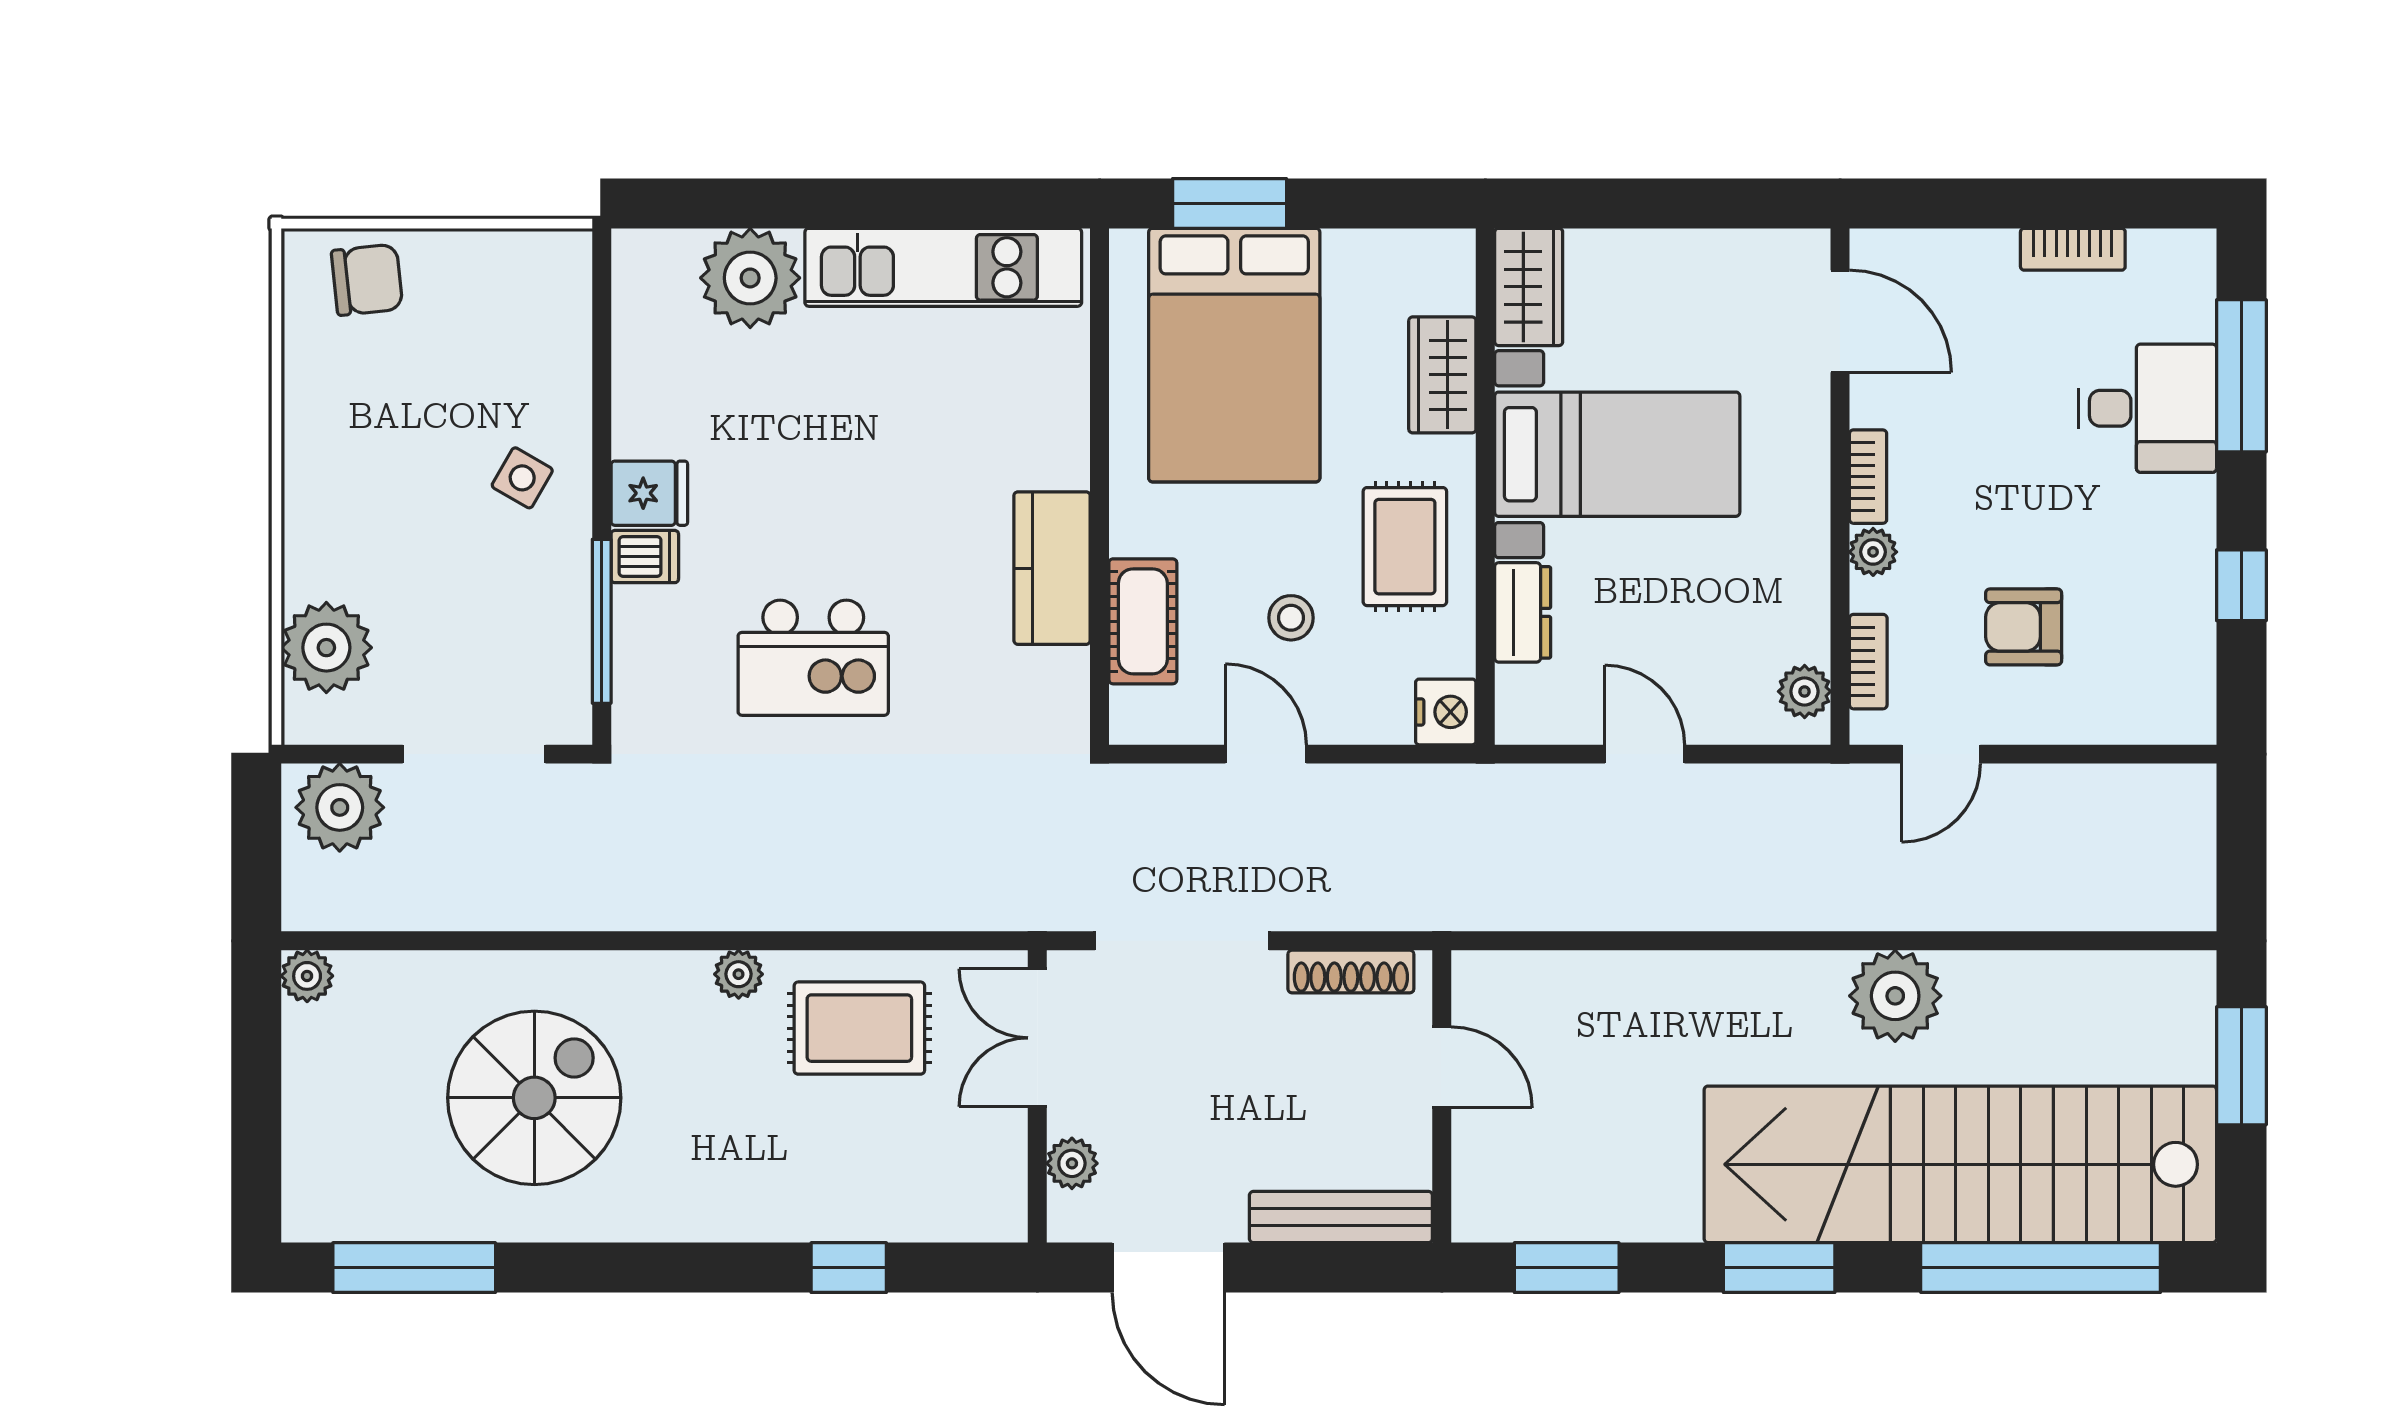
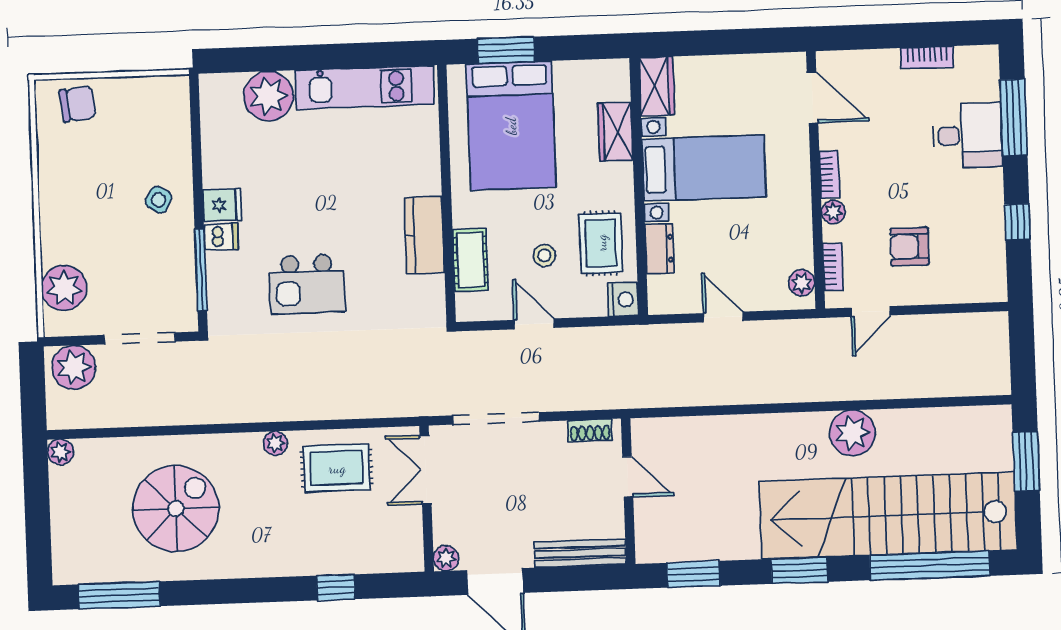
rug: (1405, 547) -> (601, 243), moved
shoe rack: (1351, 972) -> (590, 430), width x0.70
plant: (1072, 1163) -> (446, 558), moved

